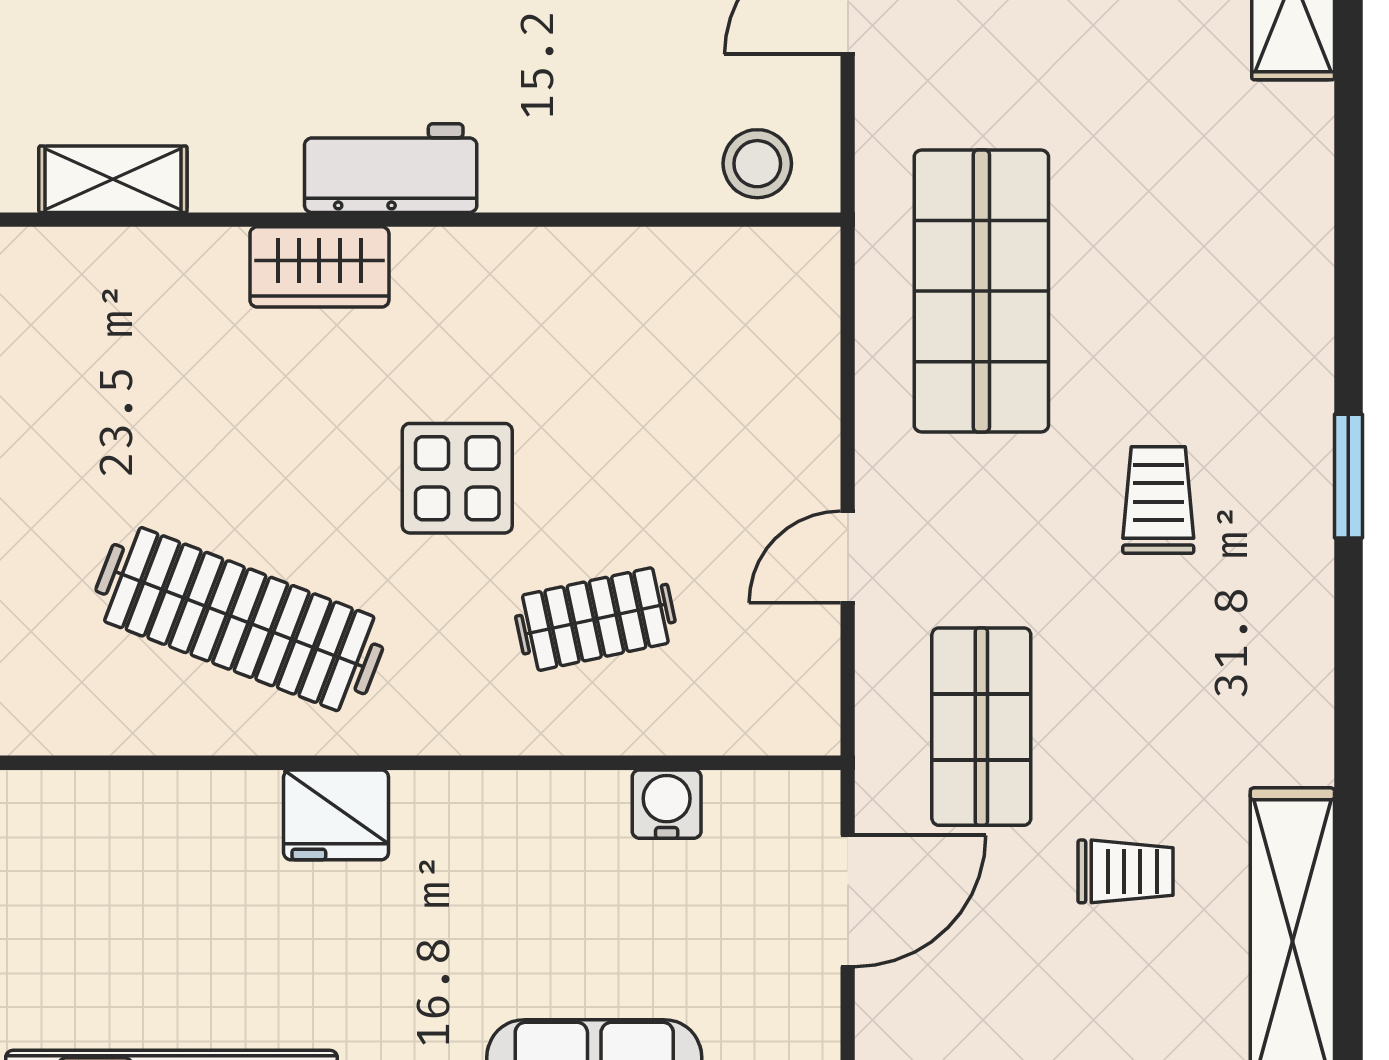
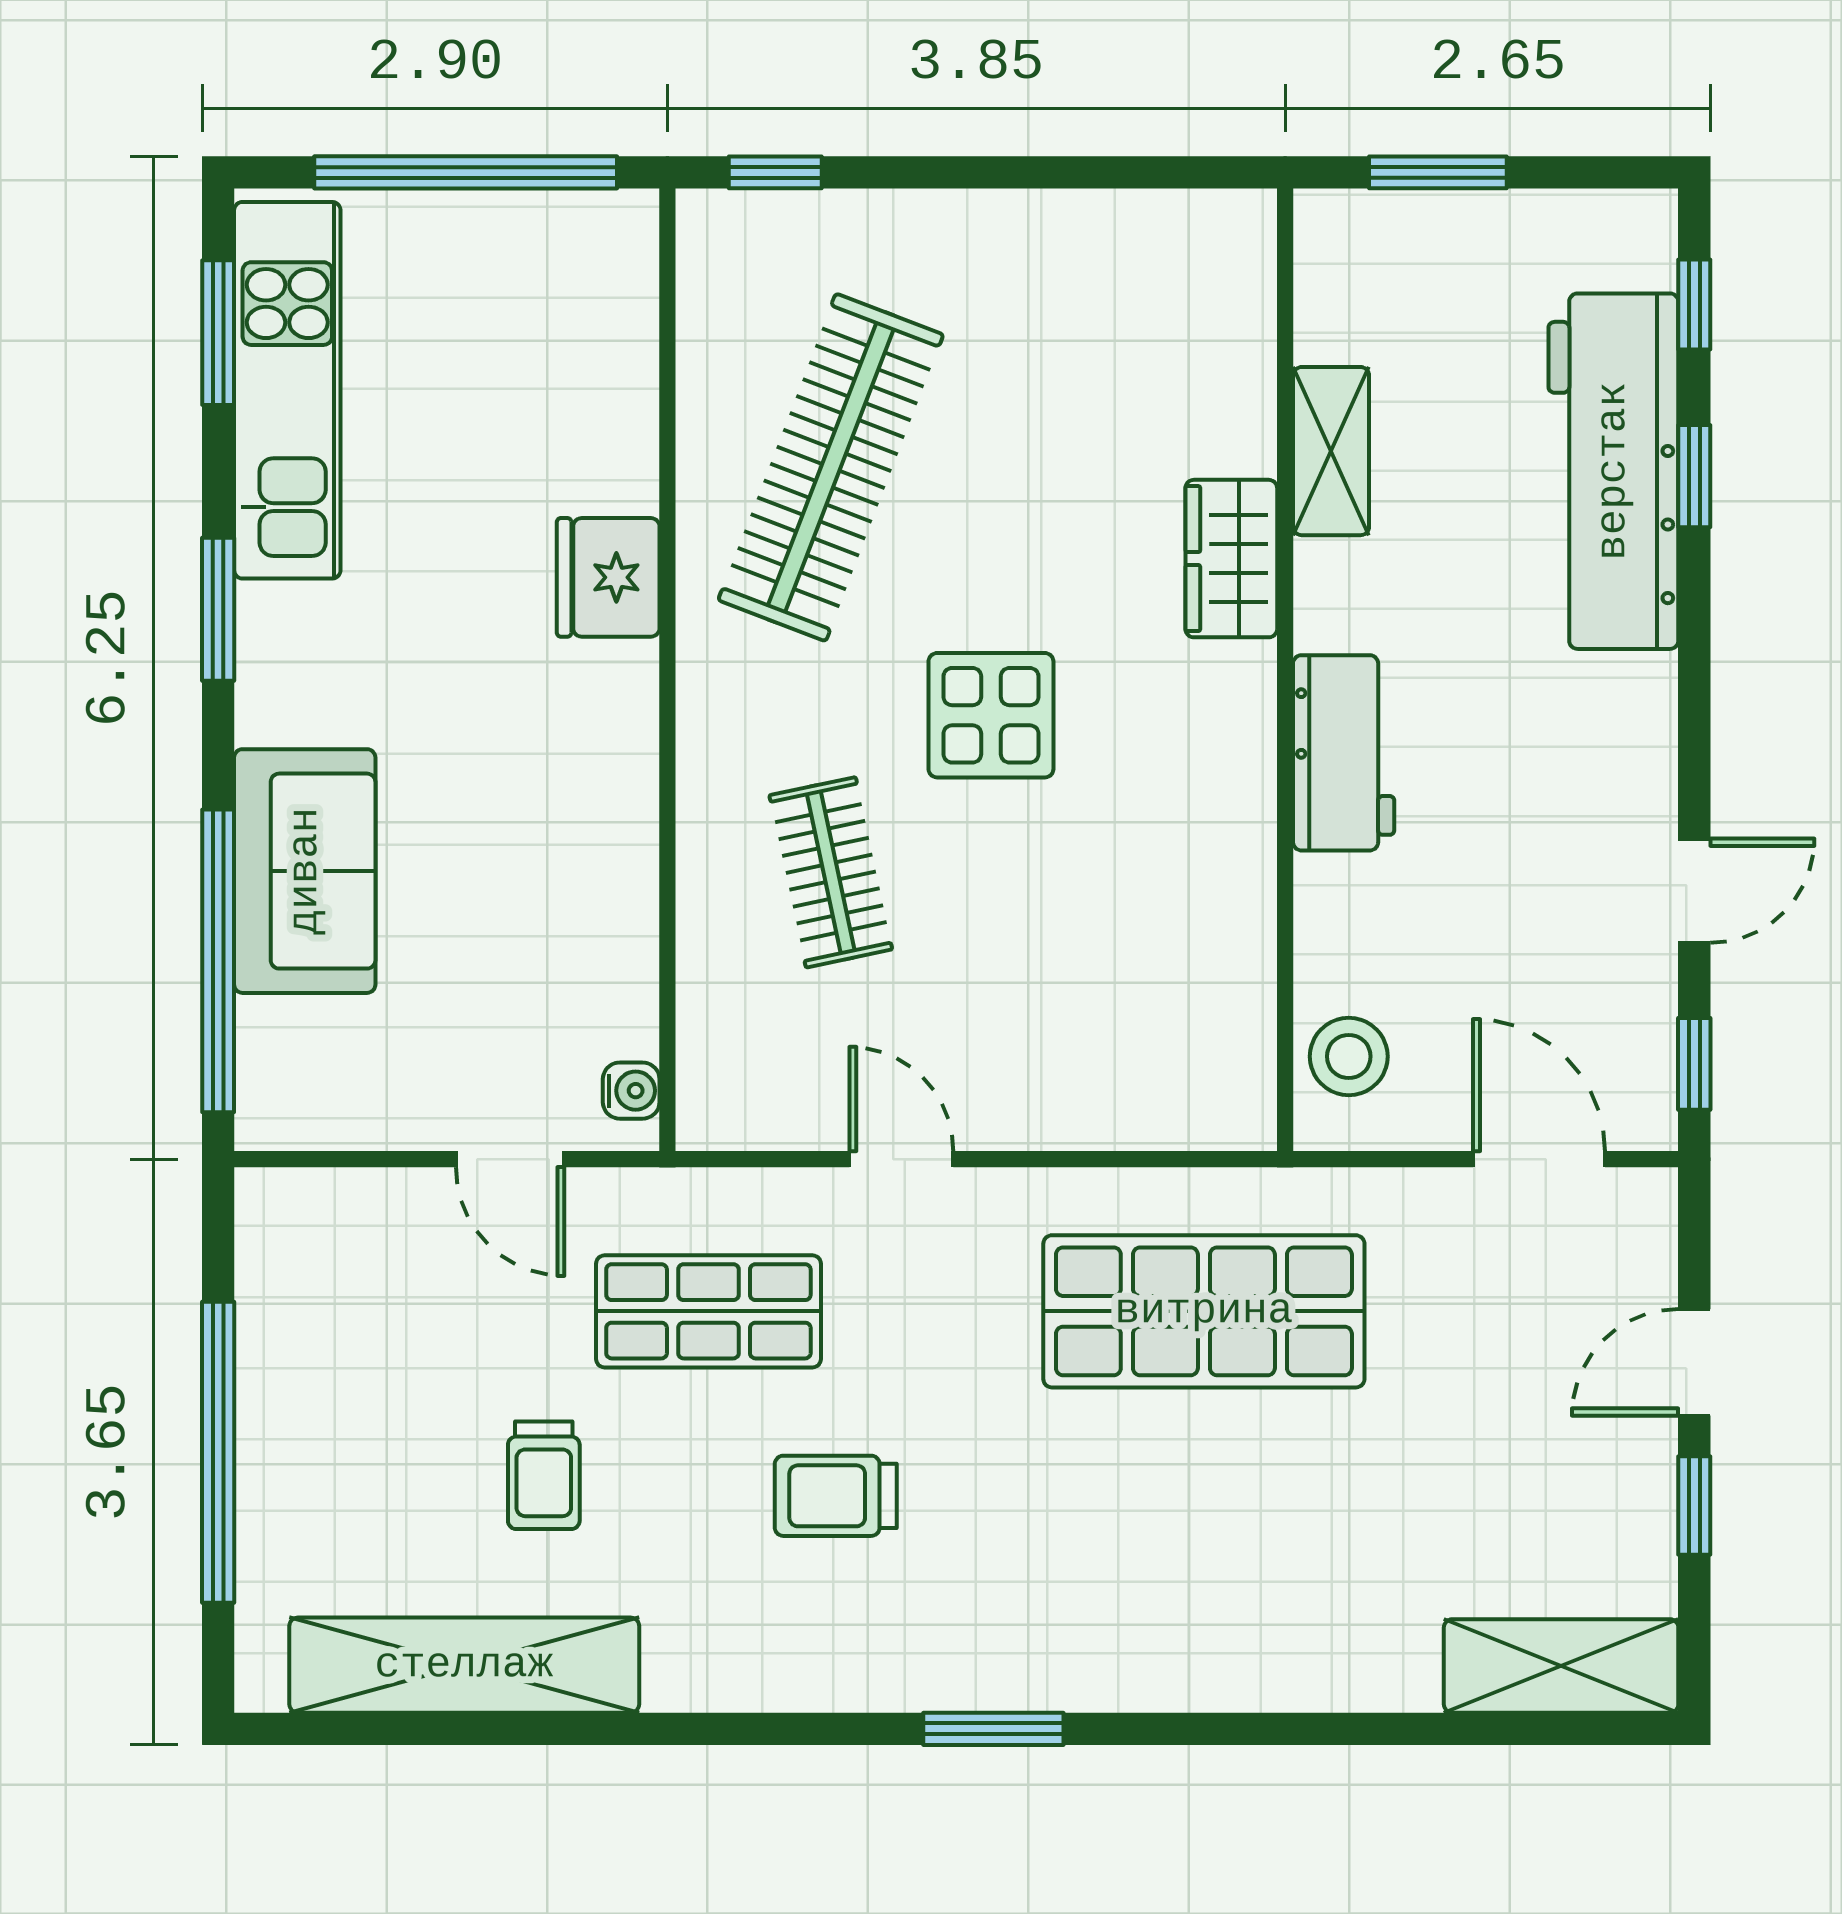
workbench: (391, 168) -> (1344, 753), moved
shelving: (113, 179) -> (1331, 451), moved
trolley: (1158, 500) -> (836, 1496), moved, turned 180
water cooler: (667, 804) -> (631, 1091), moved, width x0.72, depth x0.72
door: (848, 901) -> (510, 1159), width x0.73

